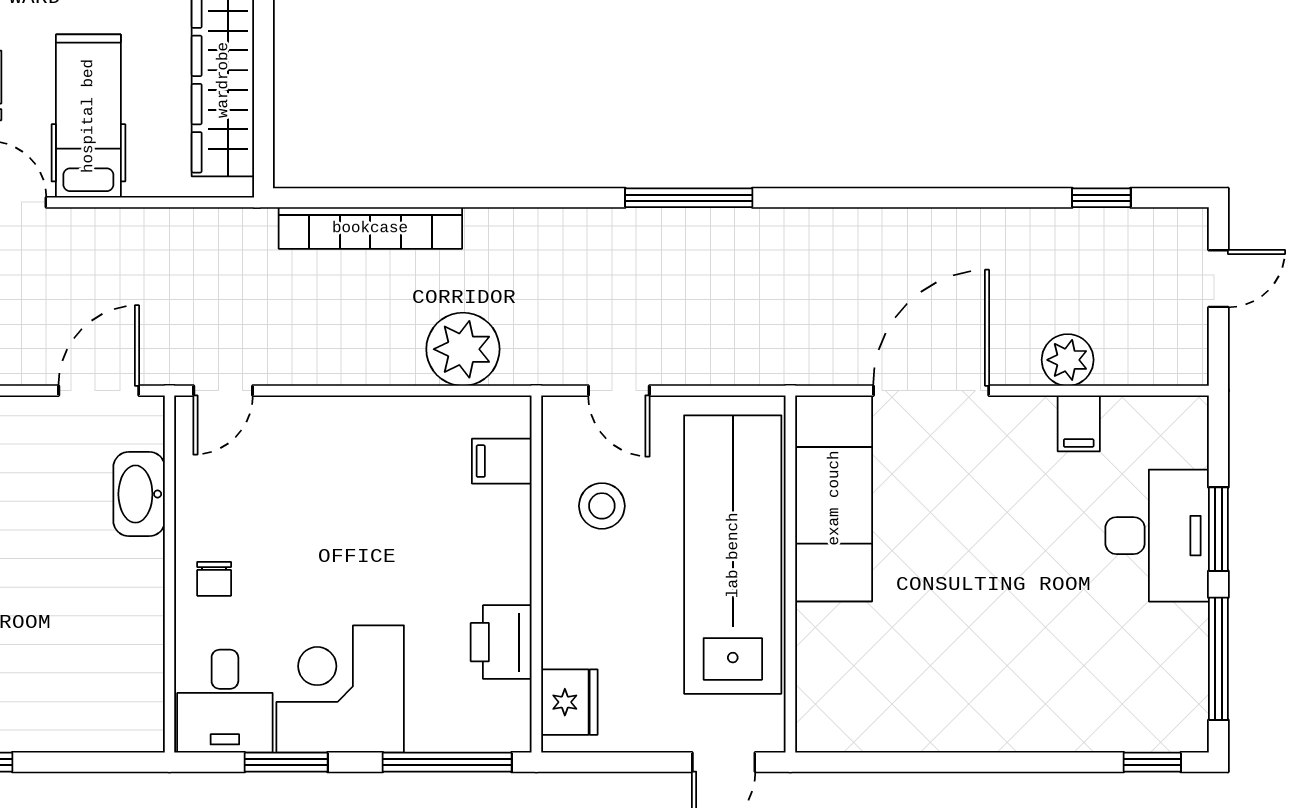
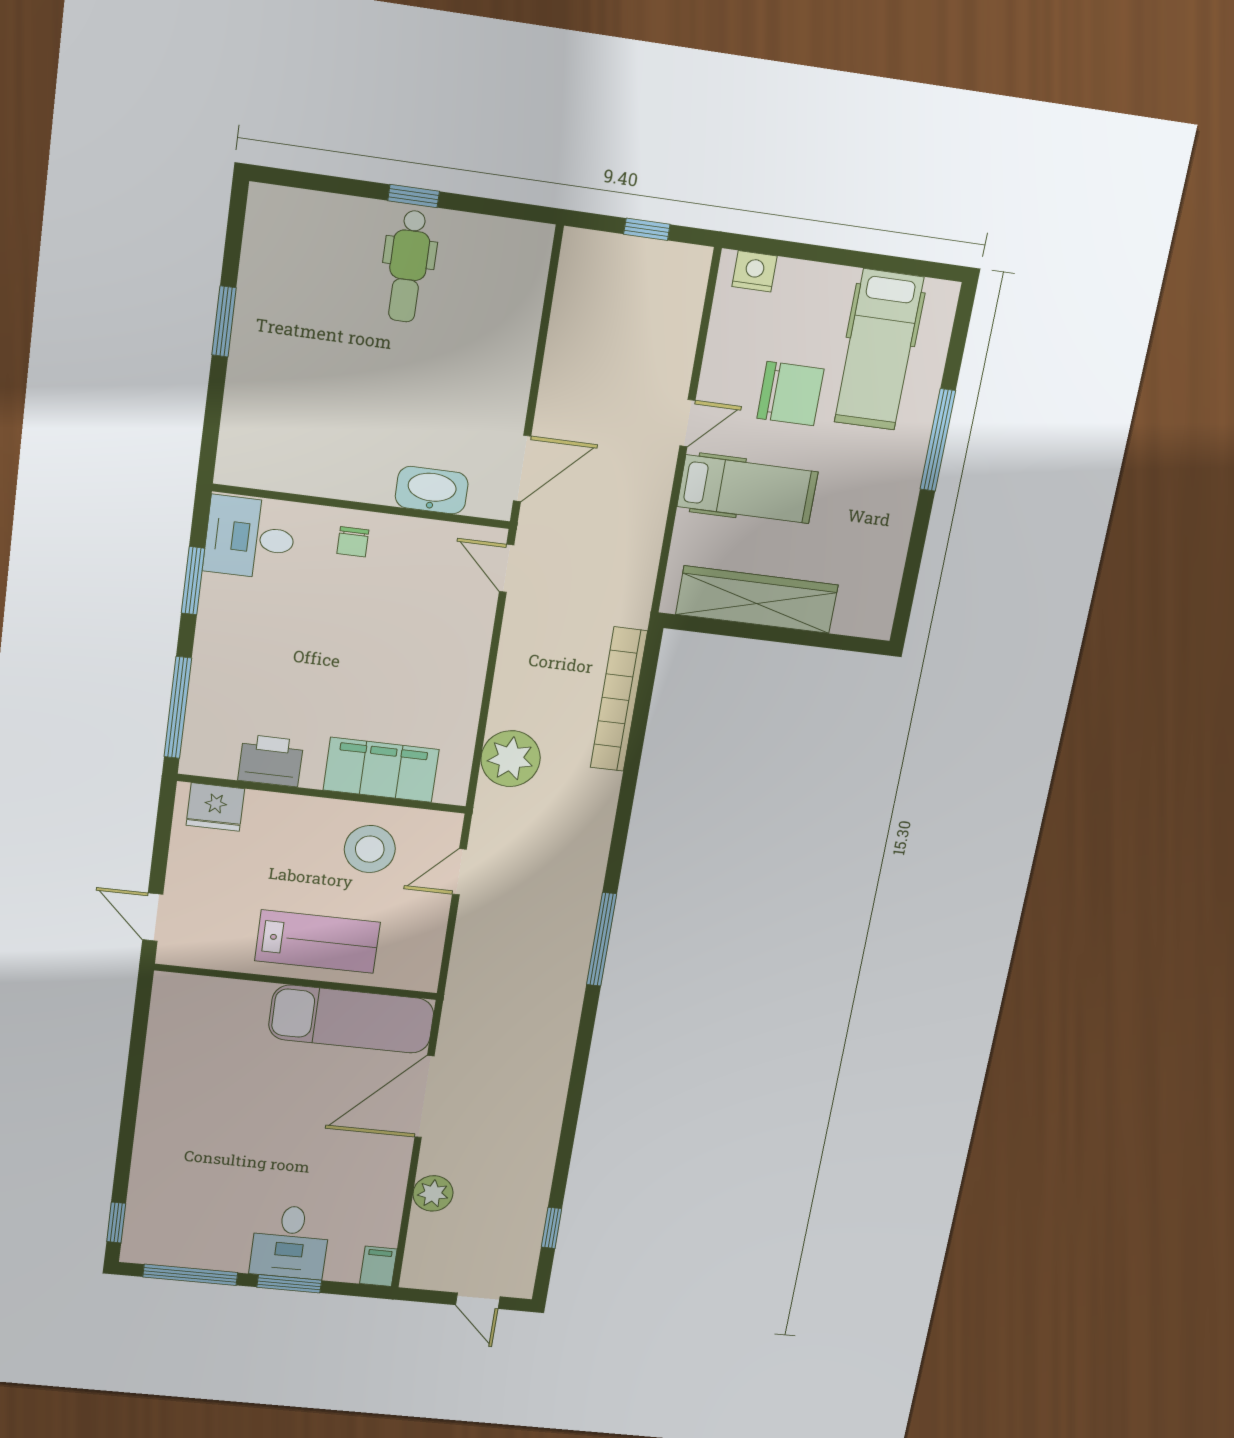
door: (99, 391) -> (522, 468), hinge flipped
door: (931, 391) -> (424, 1097), swing flipped
filing cabinet: (1079, 423) -> (378, 1266), moved, turned 90
filing cabinet: (502, 461) -> (381, 770), width x3.00, depth x1.17
stool: (602, 506) -> (370, 849), width x1.38, depth x1.38
desk: (1157, 536) -> (290, 1242), width x0.73
lab bench: (733, 555) -> (317, 942), width x0.54, depth x0.72
chair: (214, 579) -> (353, 542), turned -90
corner desk: (340, 689) -> (248, 631), removed

